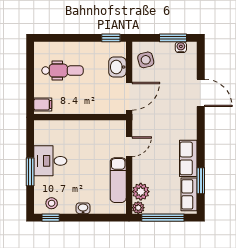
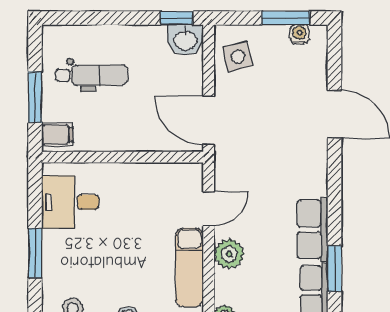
washbasin: (117, 67) -> (185, 40), moved, turned -90
window: (30, 83) -> (35, 97), added
door: (129, 96) -> (209, 120), swing flipped
desk: (50, 161) -> (70, 202), moved
plant: (141, 192) -> (229, 254), moved

